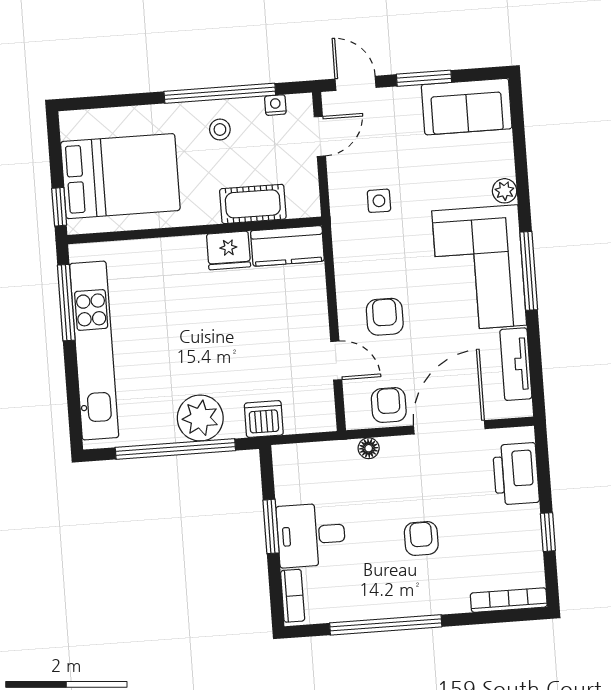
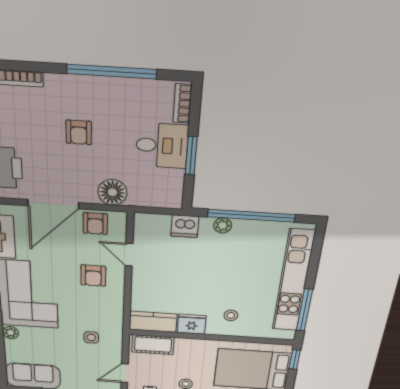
cot: (253, 204) -> (153, 345), moved
stool: (173, 276) -> (231, 315), added
plant: (200, 418) -> (223, 225), width x0.53, depth x0.53
floor lamp: (369, 448) -> (112, 192), width x1.89, depth x1.89

